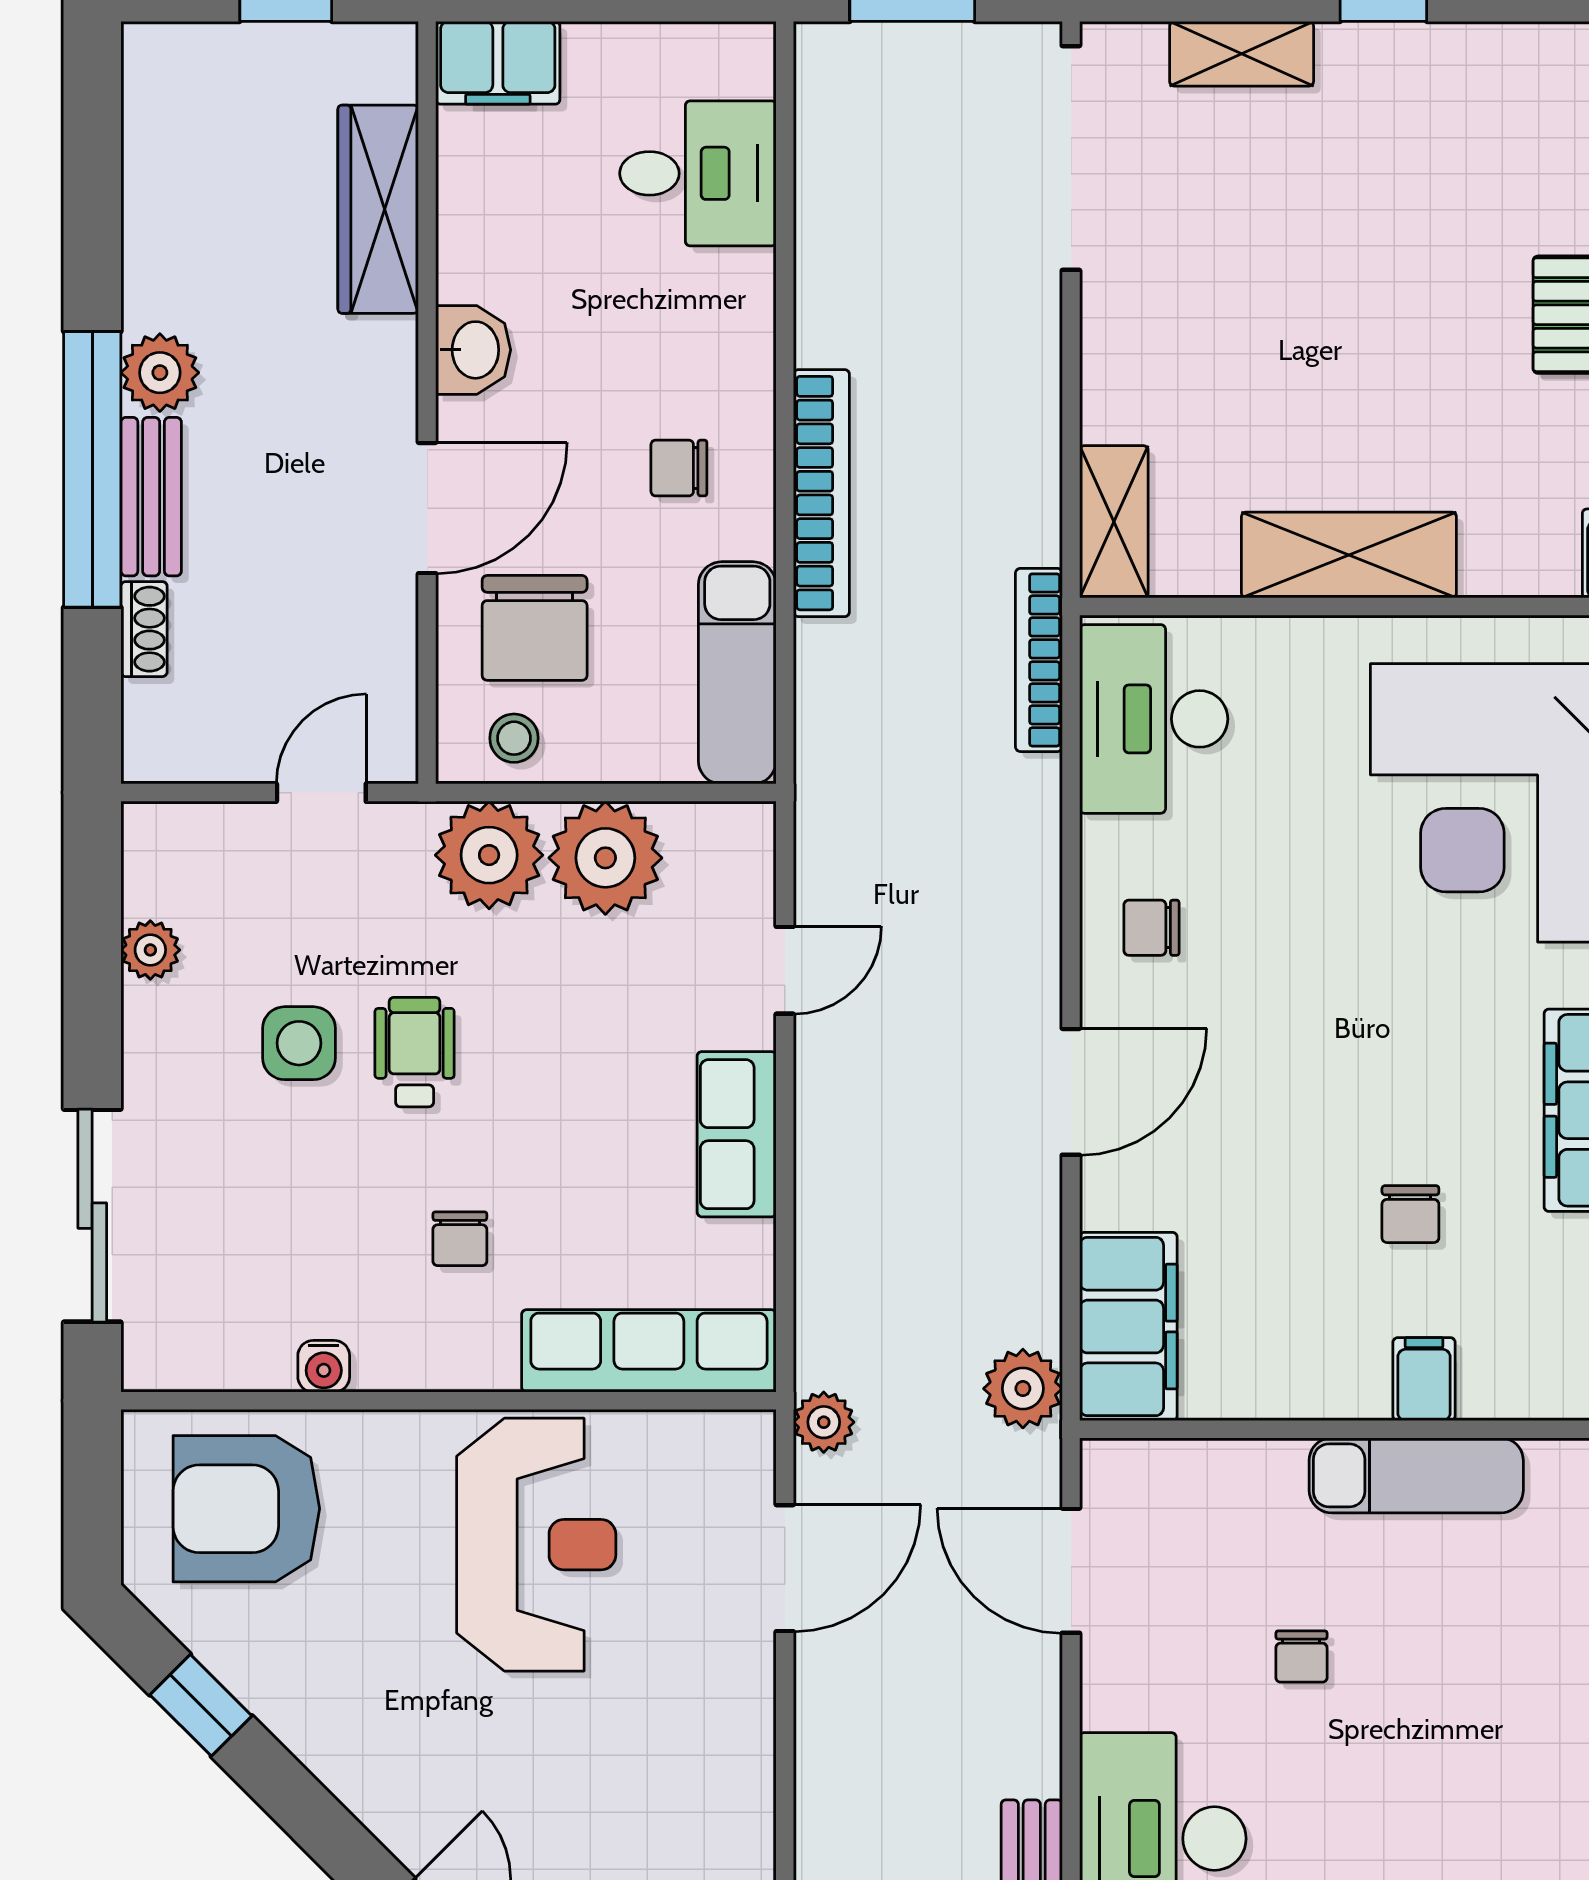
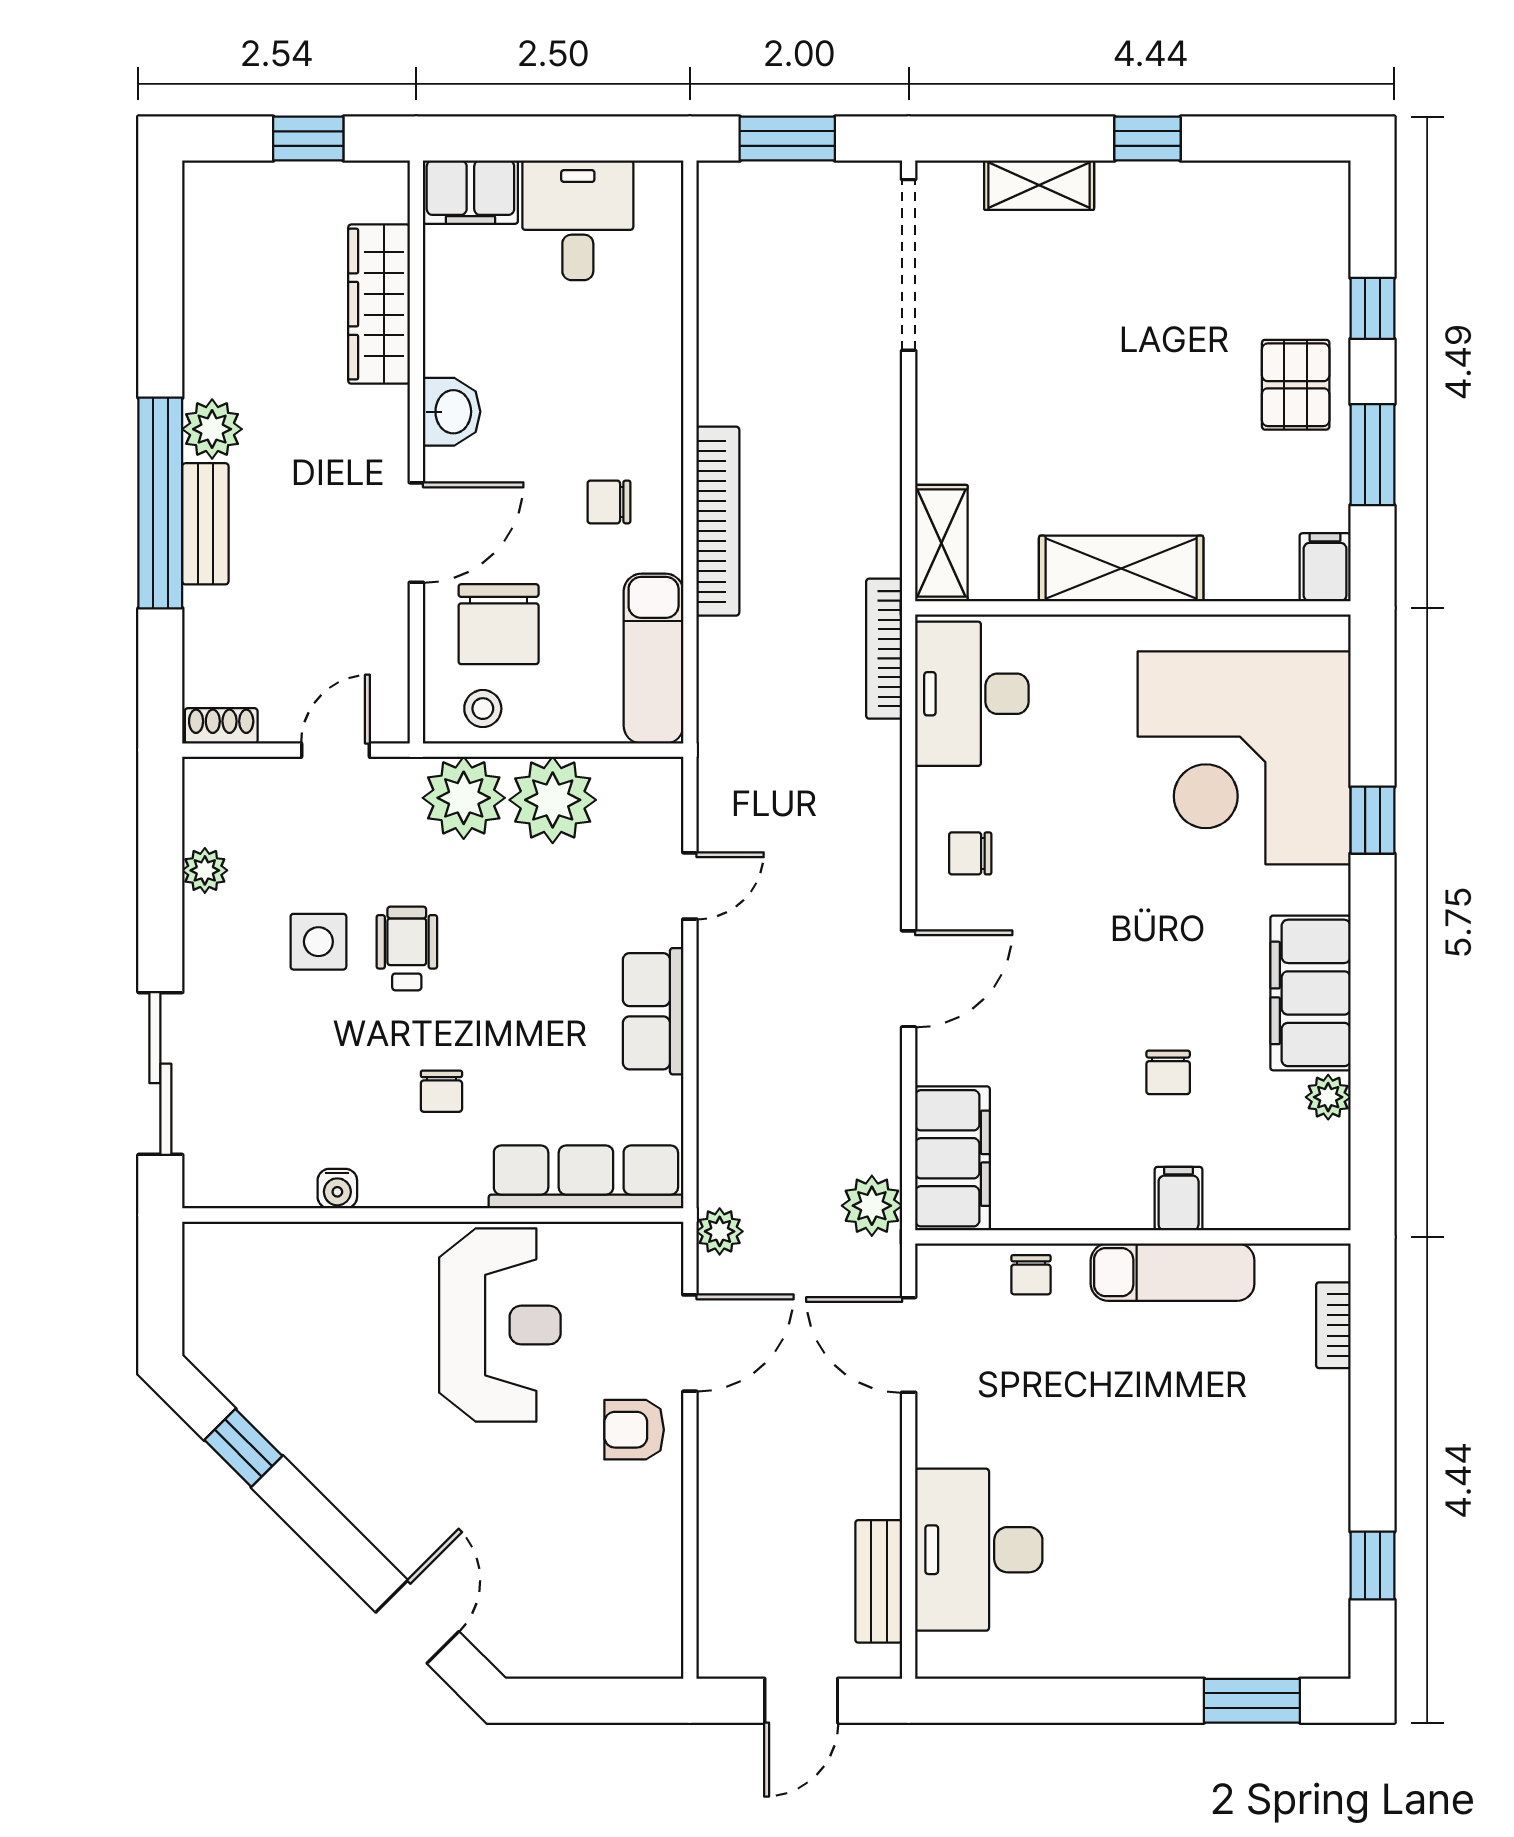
desk: (698, 173) -> (578, 220), moved, turned -90
shoe rack: (144, 629) -> (221, 726), moved, turned -90
armchair: (246, 1509) -> (634, 1430), moved, width x0.53, depth x0.53
chair: (1301, 1657) -> (1031, 1275), moved

